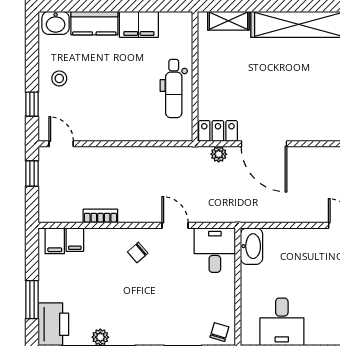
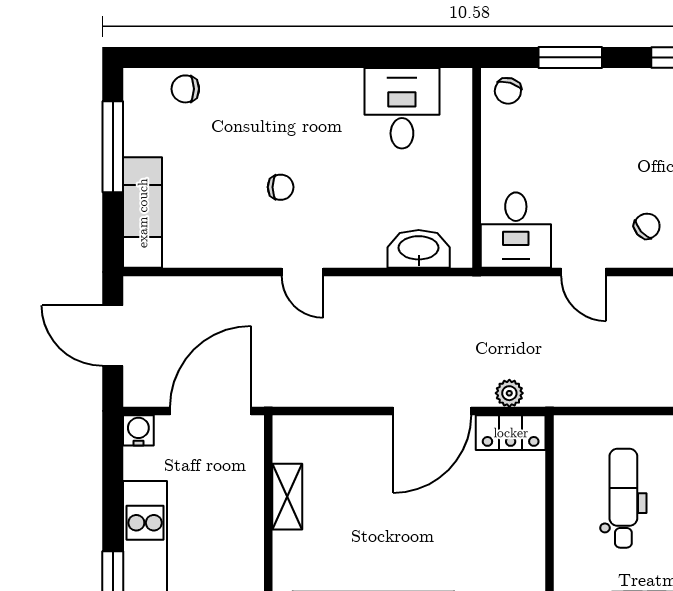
dental chair: (174, 88) -> (623, 498), moved
door: (264, 144) -> (432, 411), swing flipped
washbasin: (252, 246) -> (419, 249), moved, turned 90

